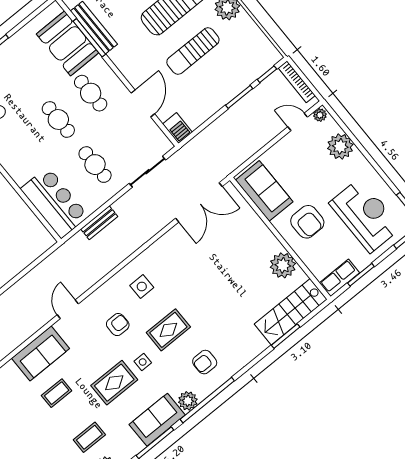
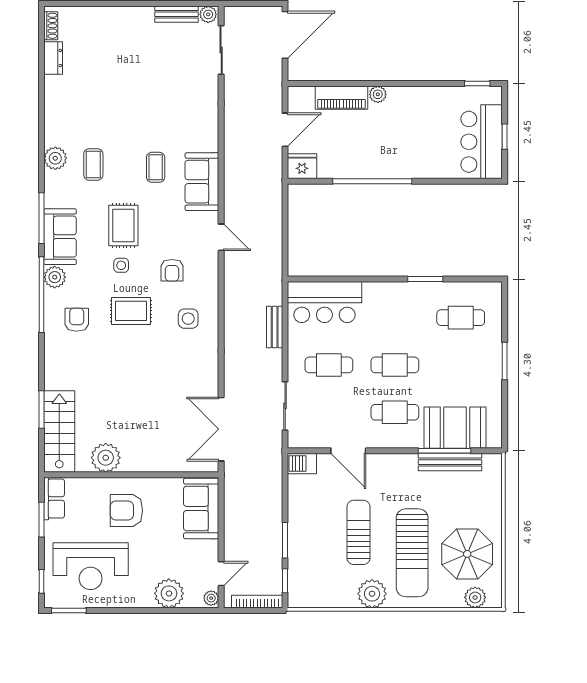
sofa: (264, 191) -> (201, 508), moved, turned 90
rug: (168, 330) -> (131, 311), turned 90

